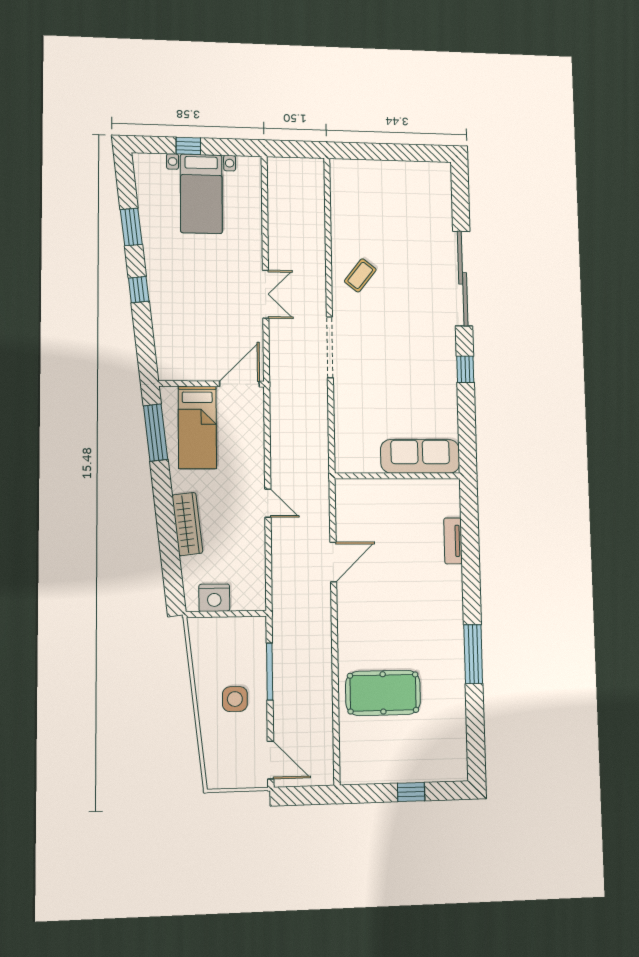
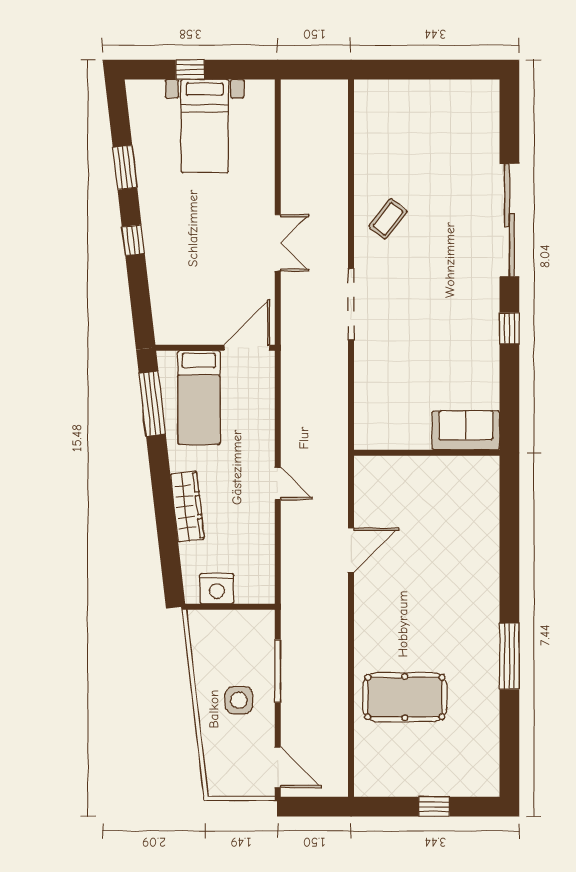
sofa: (420, 456) -> (466, 430), width x0.73
tv unit: (453, 541) -> (490, 528), removed

